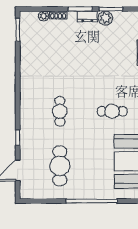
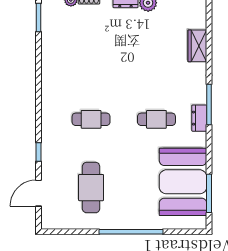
cafe table: (60, 111) -> (91, 119), turned 90

